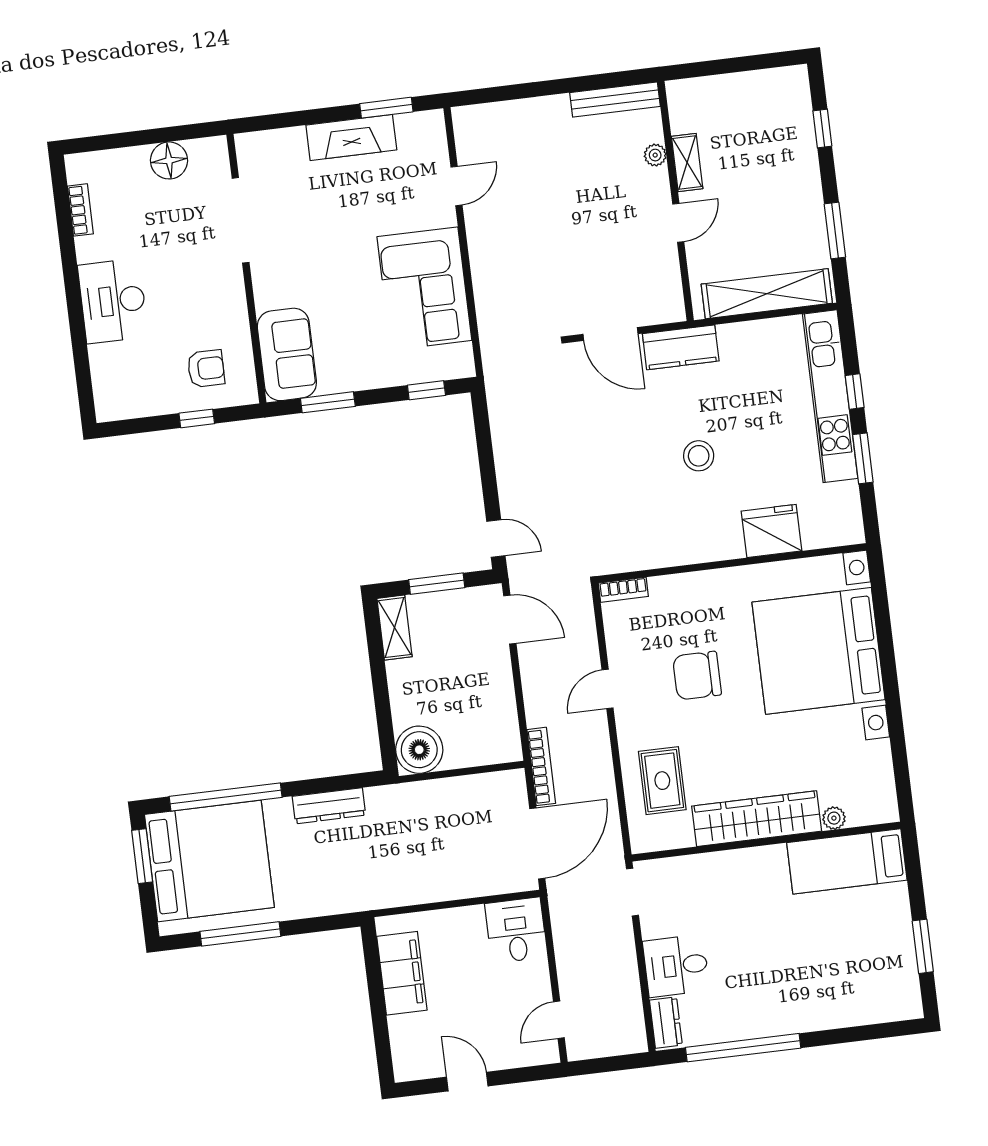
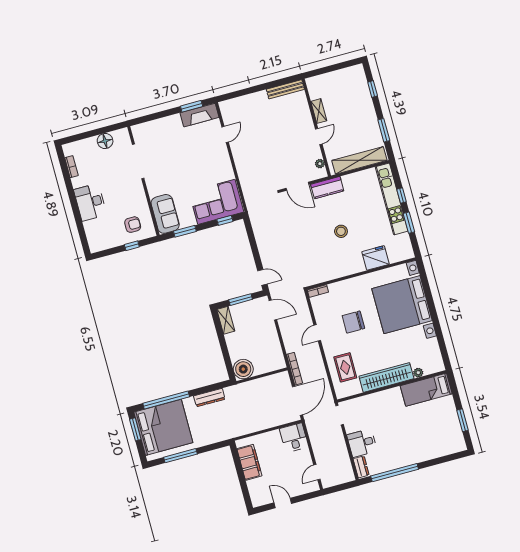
fireplace: (351, 137) -> (199, 115), moved
plant: (655, 155) -> (320, 164), moved
corner sofa: (424, 289) -> (216, 202), moved, turned 90

